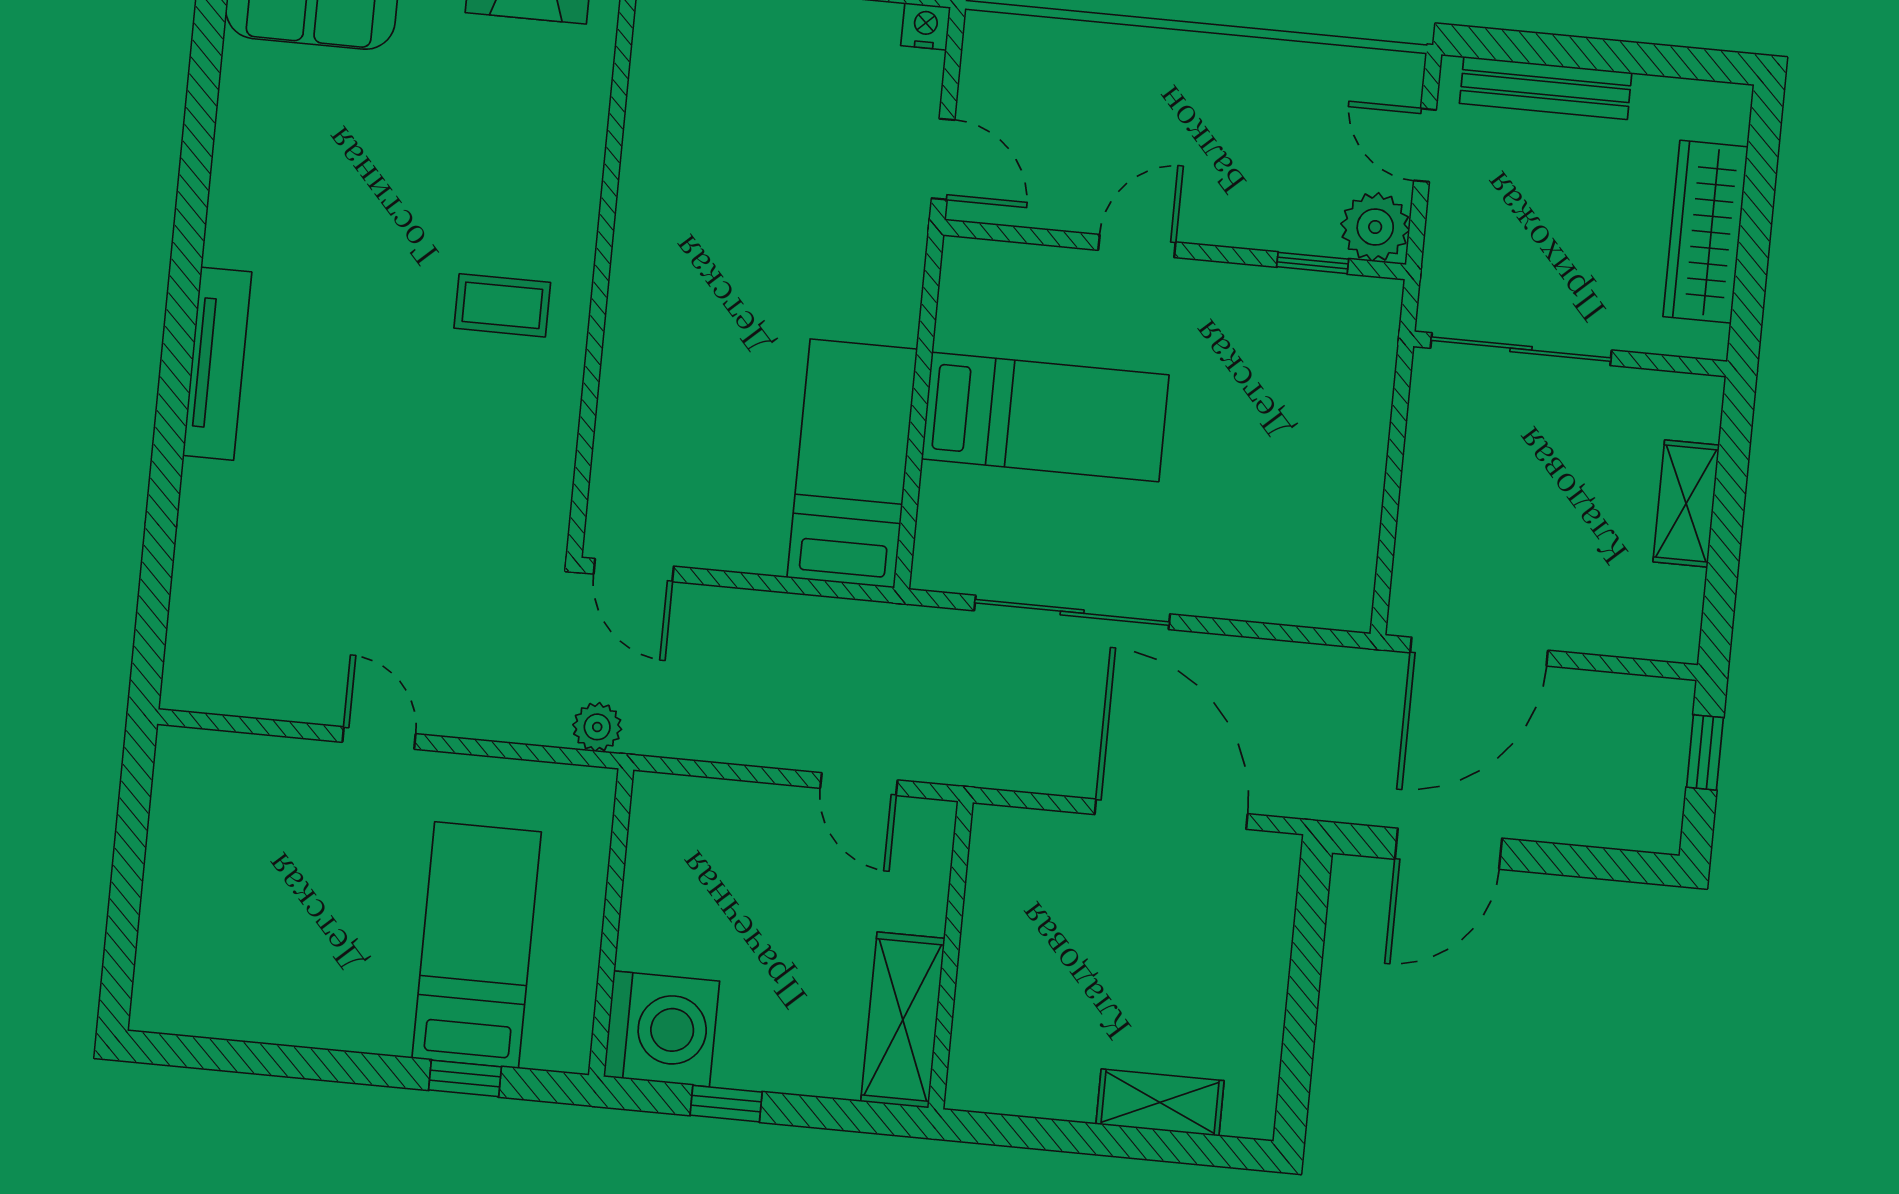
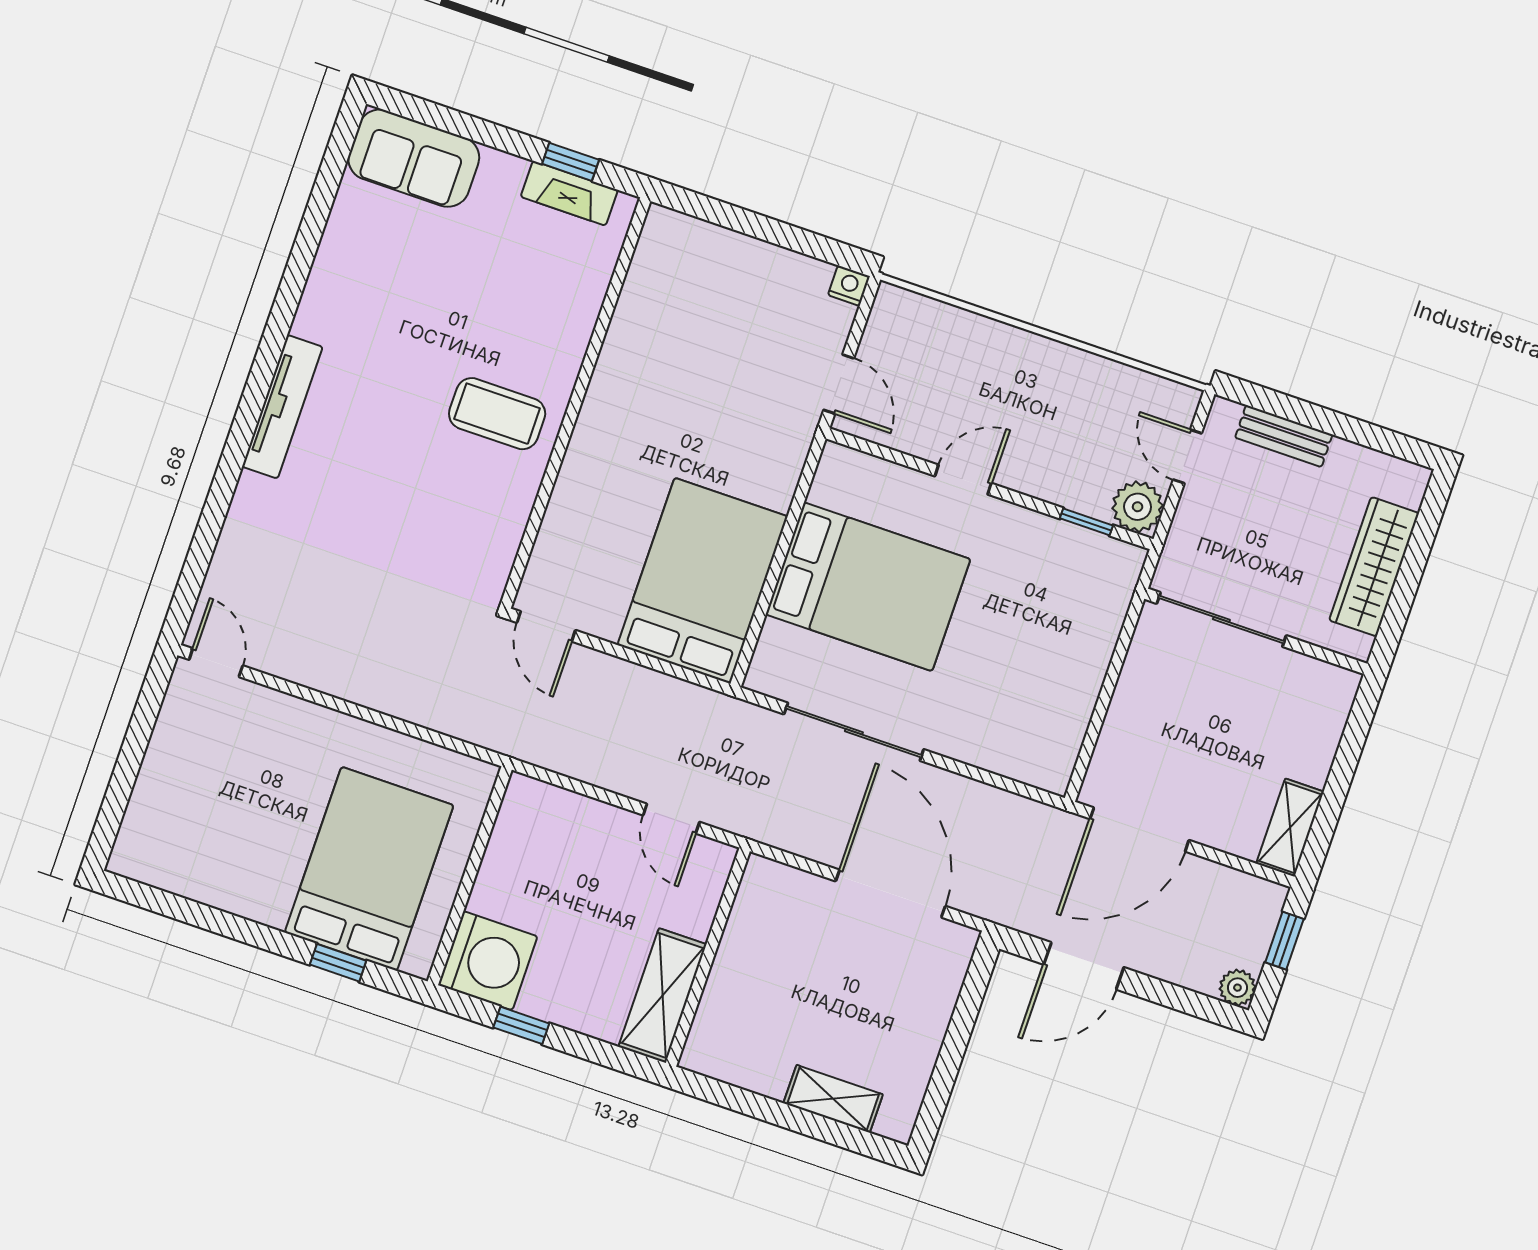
bench: (1546, 88) -> (1284, 436), width x0.73
coffee table: (502, 305) -> (497, 414), width x1.36, depth x1.30
bed: (1045, 417) -> (868, 587), width x1.50
bed: (852, 463) -> (703, 581), width x1.50
shelving: (1686, 504) -> (1290, 828), moved
plant: (597, 727) -> (1237, 988), moved
door: (379, 738) -> (216, 663), moved
bed: (477, 945) -> (369, 869), width x1.50

